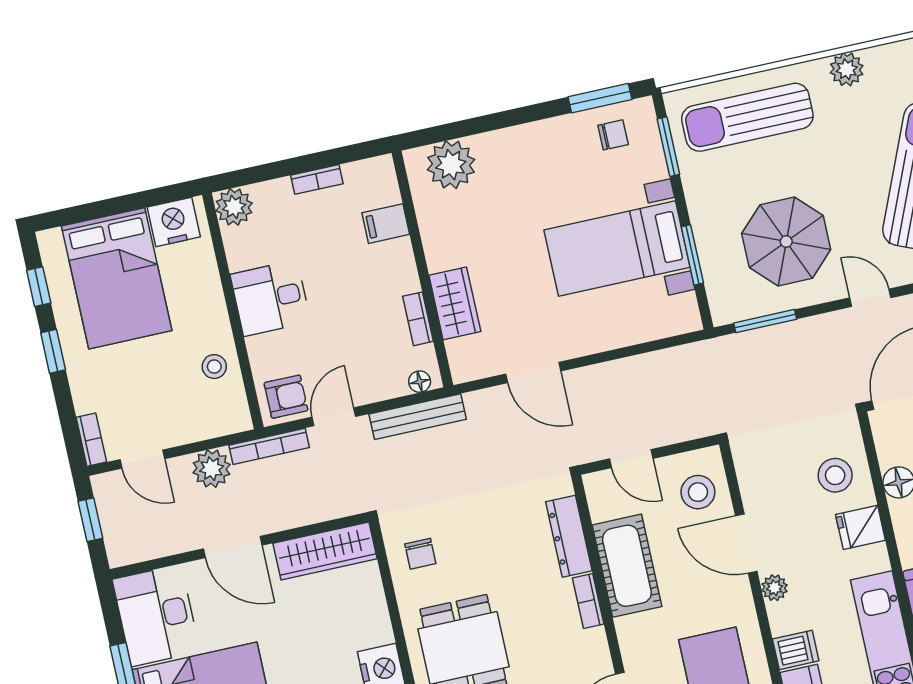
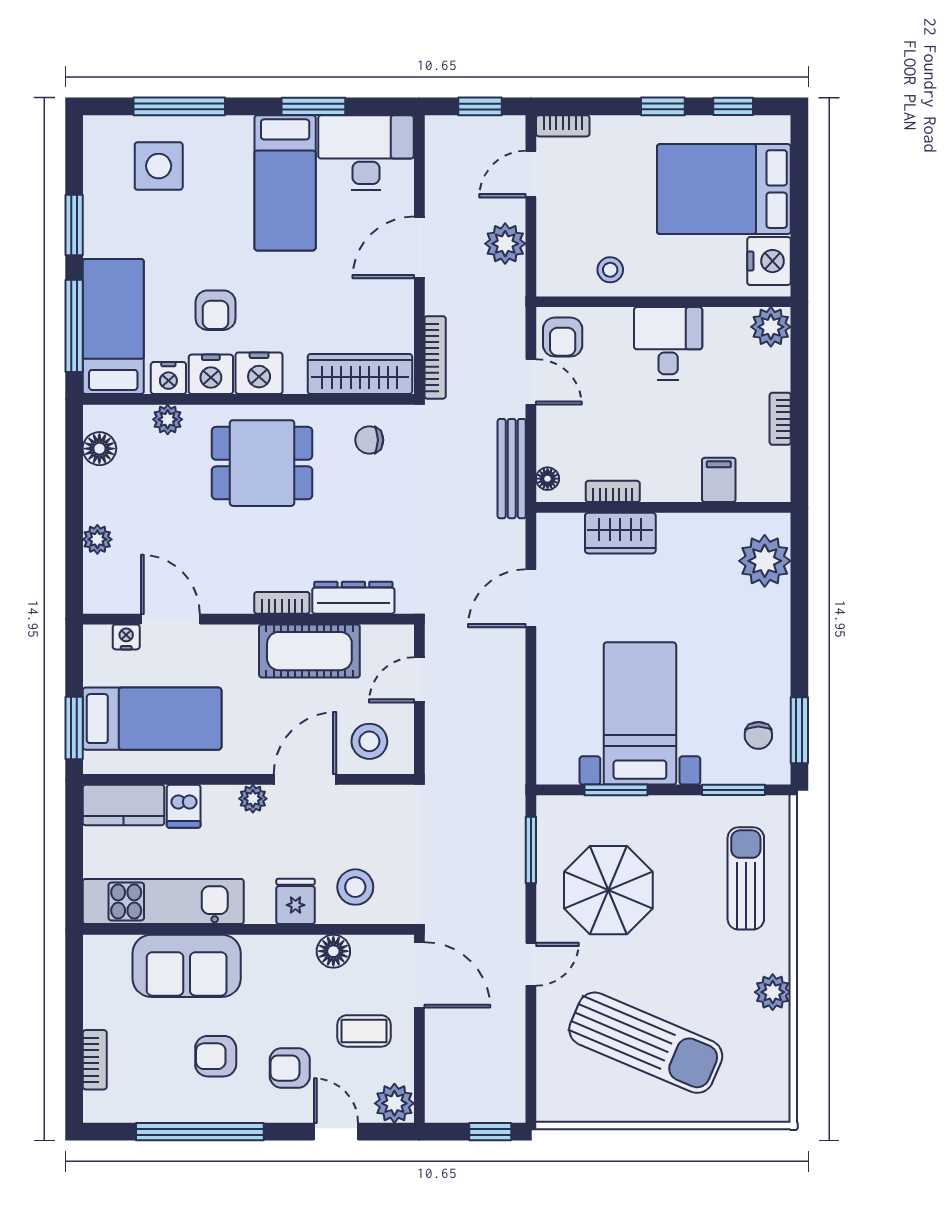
sun lounger: (747, 117) -> (746, 878), width x0.73, depth x0.75
bookcase: (269, 446) -> (435, 357), moved, turned 180
wardrobe: (325, 551) -> (360, 374), moved, turned 90

